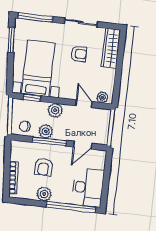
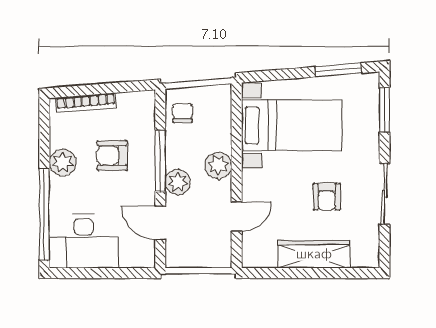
window: (35, 17) -> (384, 110), width x0.69
wardrobe: (111, 48) -> (314, 254), moved
plant: (102, 97) -> (252, 249), removed
window: (32, 98) -> (237, 120), removed
plant: (46, 131) -> (178, 182), moved

